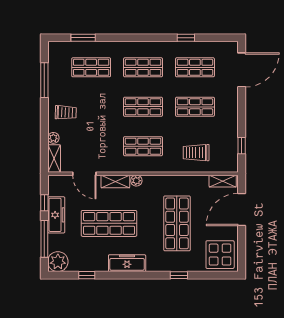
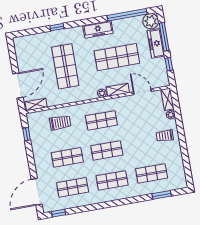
window: (186, 38) -> (59, 213), moved
window: (44, 80) -> (185, 157), removed
freezer: (56, 215) -> (156, 43), moved
display table: (220, 255) -> (28, 48), removed
window: (87, 275) -> (127, 15), width x3.17

